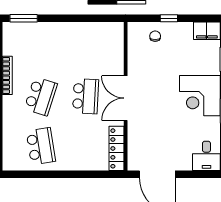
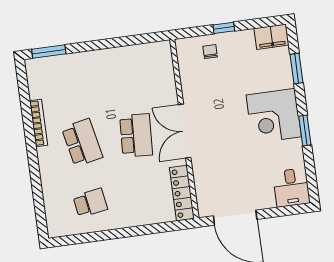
school desk: (41, 96) -> (82, 143), turned -30
school desk: (41, 146) -> (90, 203), width x0.54

